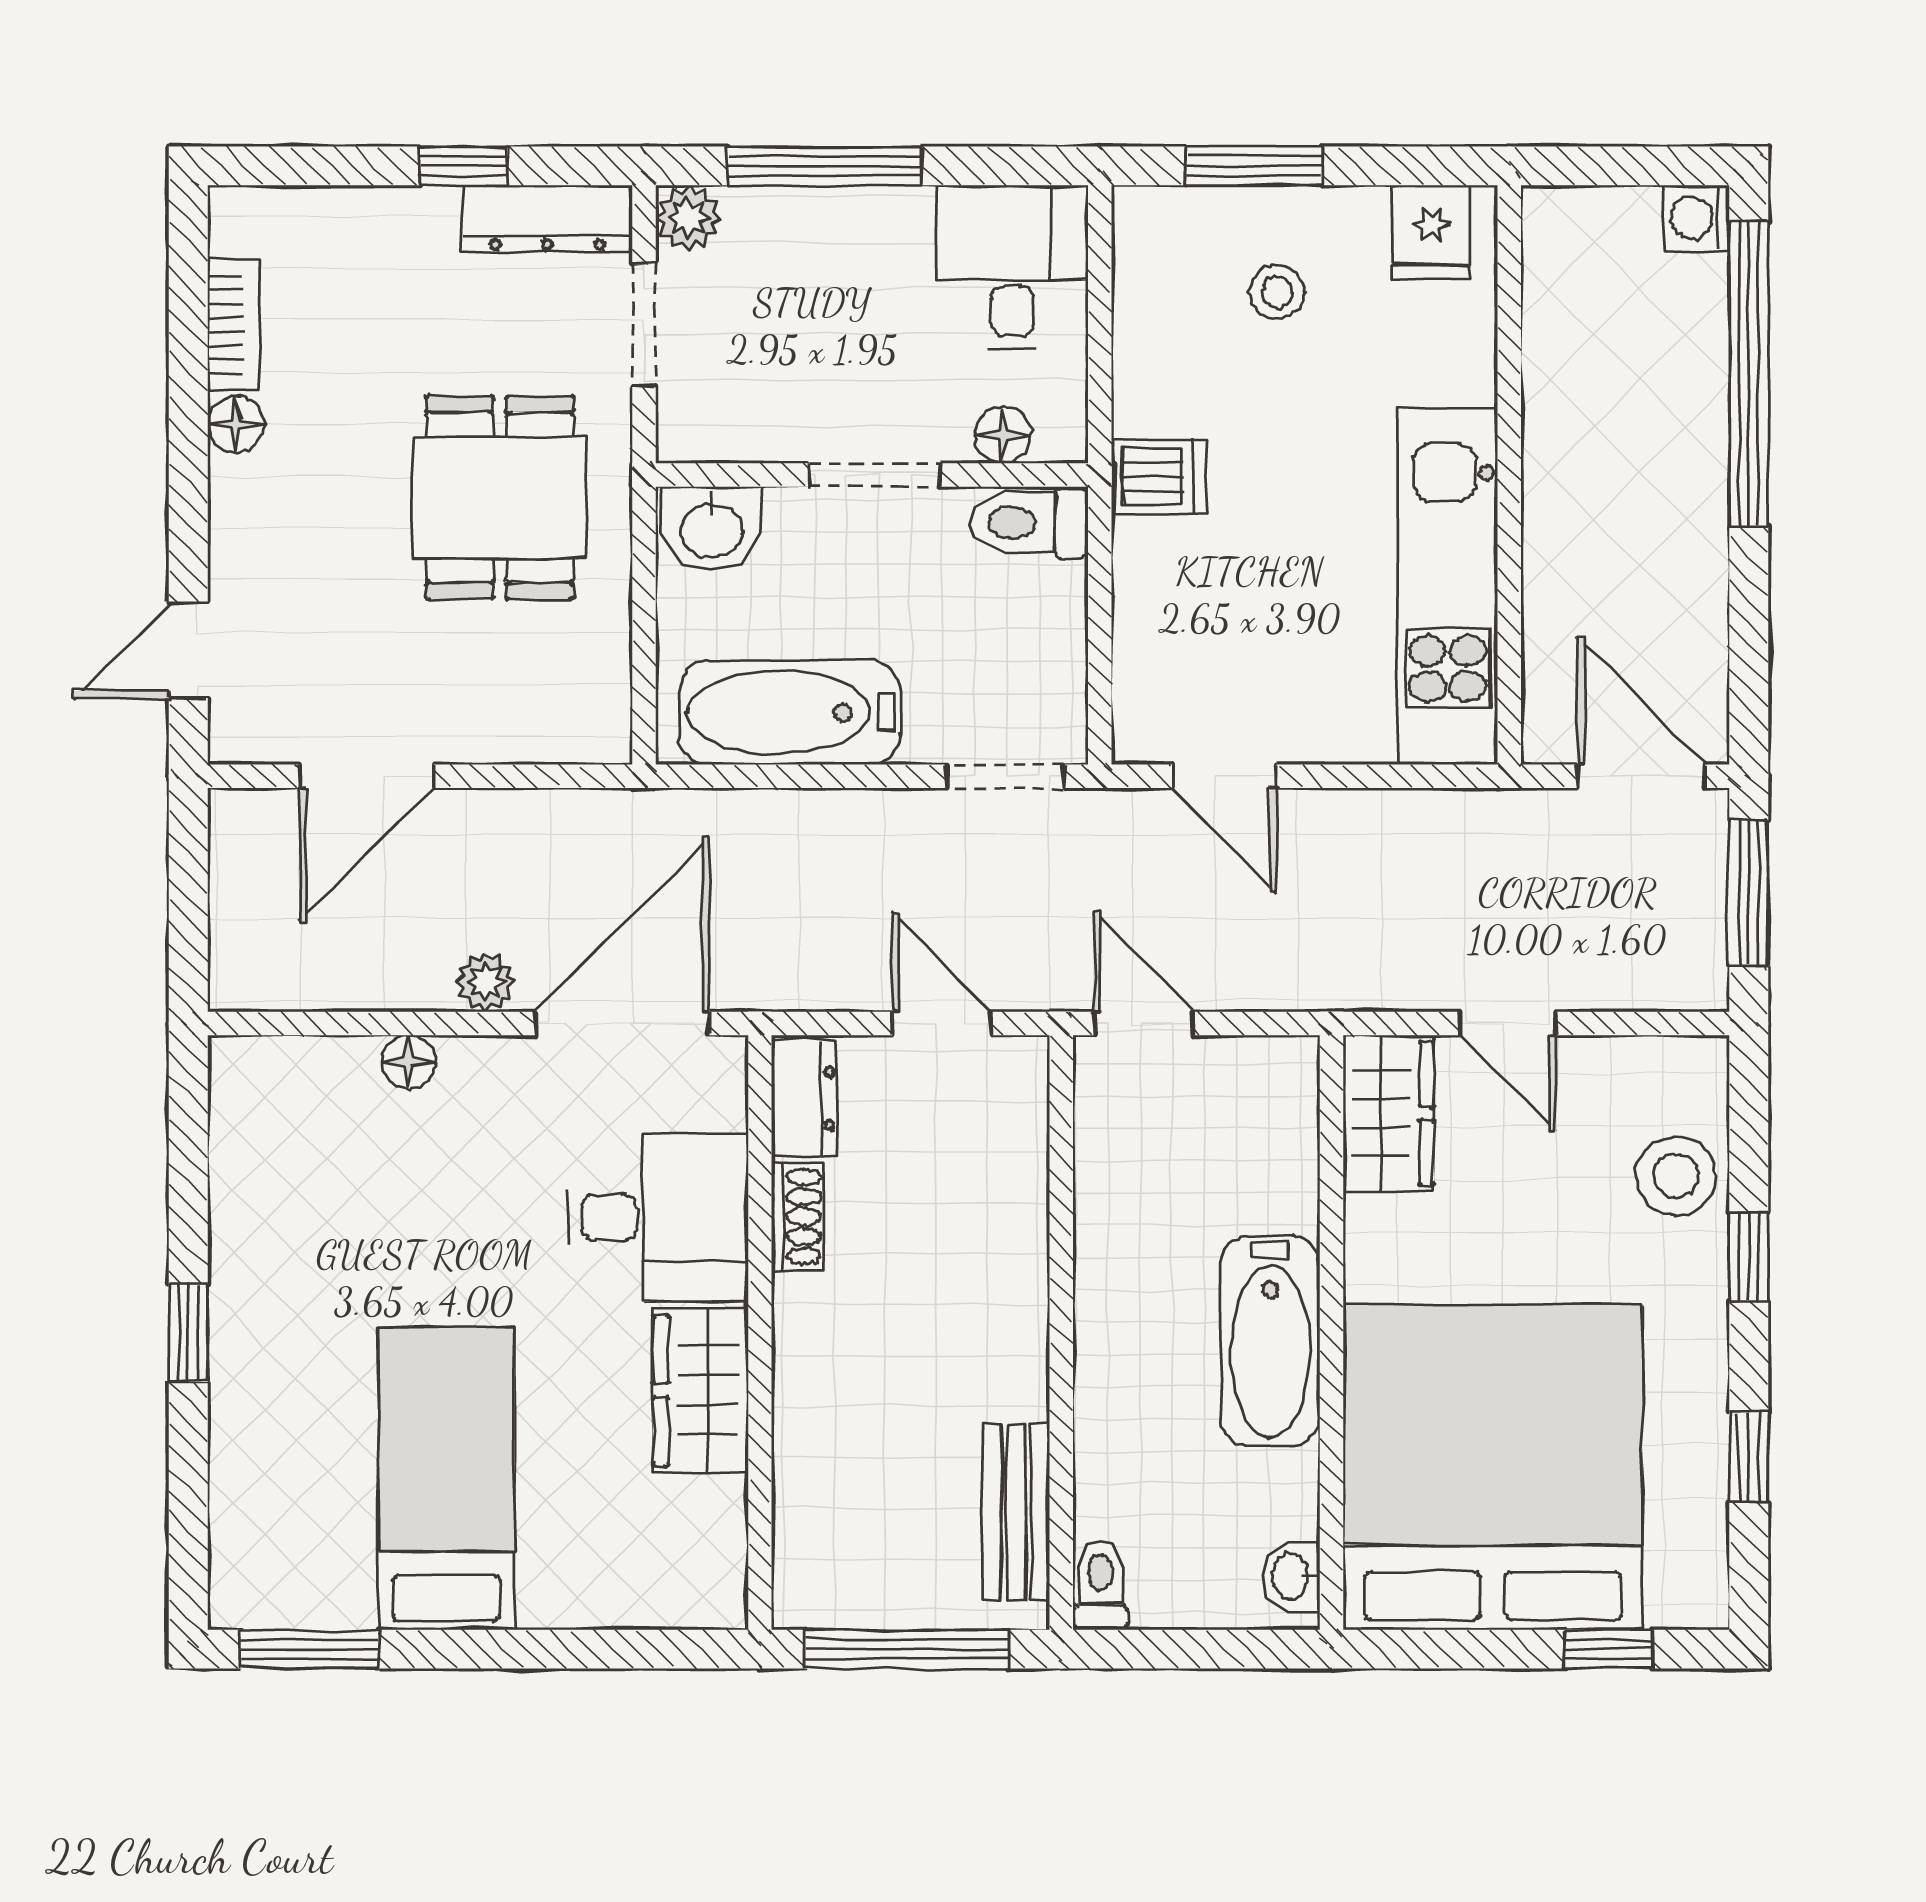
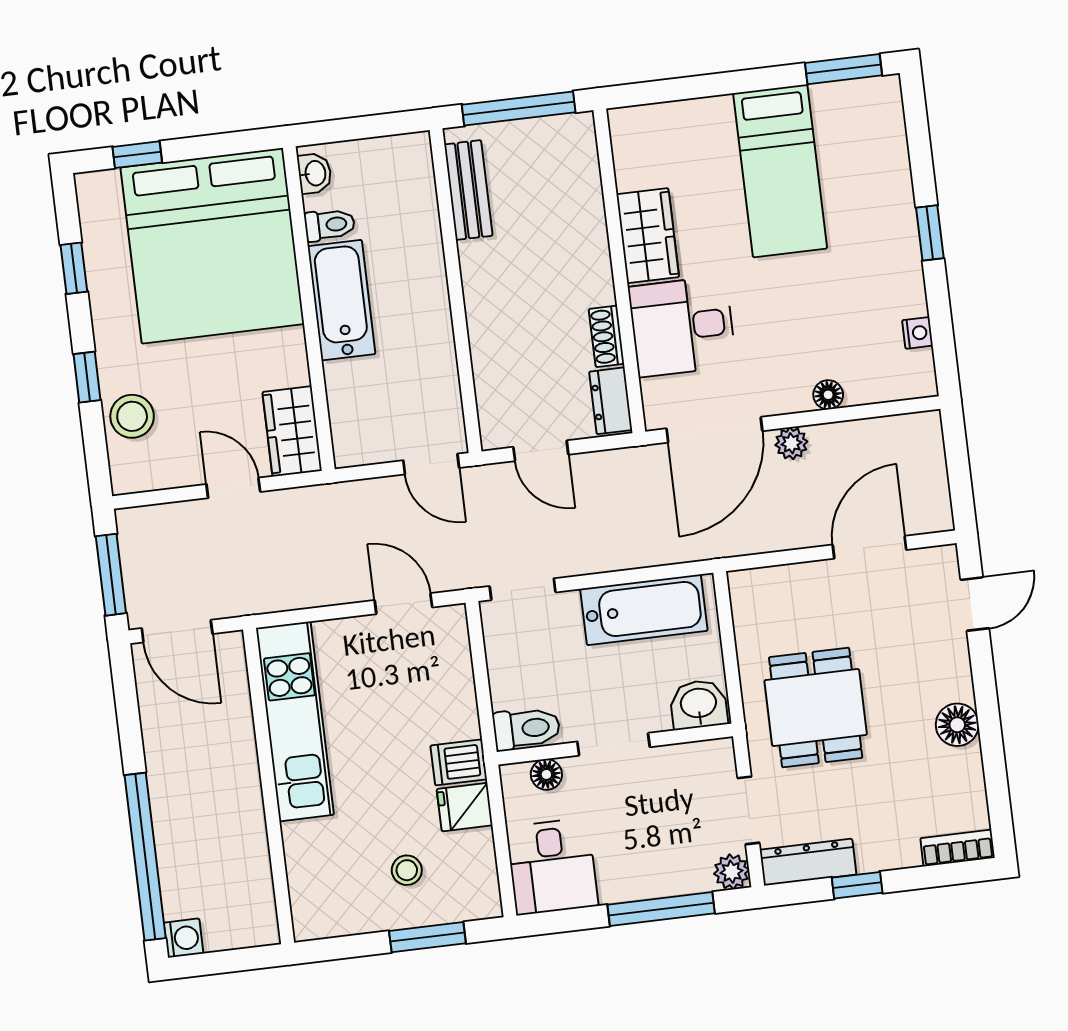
fridge: (1431, 232) -> (465, 807), moved, turned -90
bookcase: (234, 324) -> (958, 848), moved, turned 90
floor lamp: (236, 424) -> (957, 725), width x1.37, depth x1.37
nightstand: (233, 1155) -> (917, 333), added
toilet: (1100, 1585) -> (330, 225), moved, turned -90

